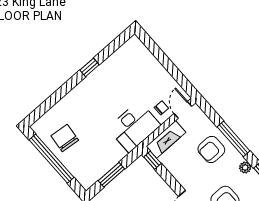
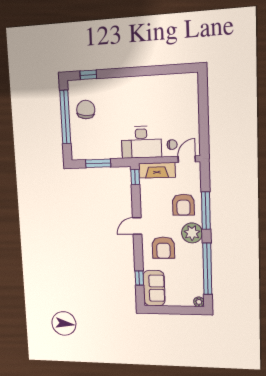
window: (90, 67) -> (88, 75), moved
armchair: (211, 149) -> (183, 205), turned -90
plant: (245, 168) -> (192, 233), width x1.88, depth x1.88

